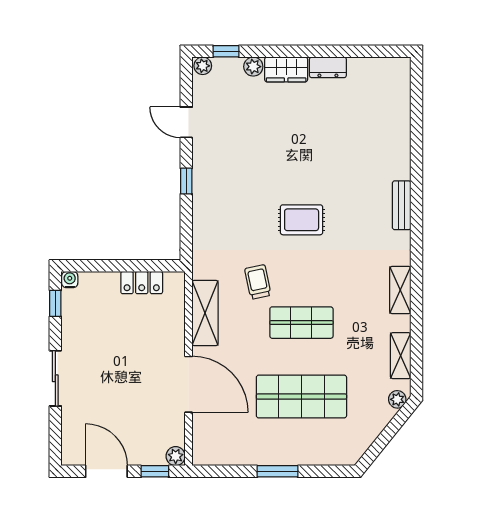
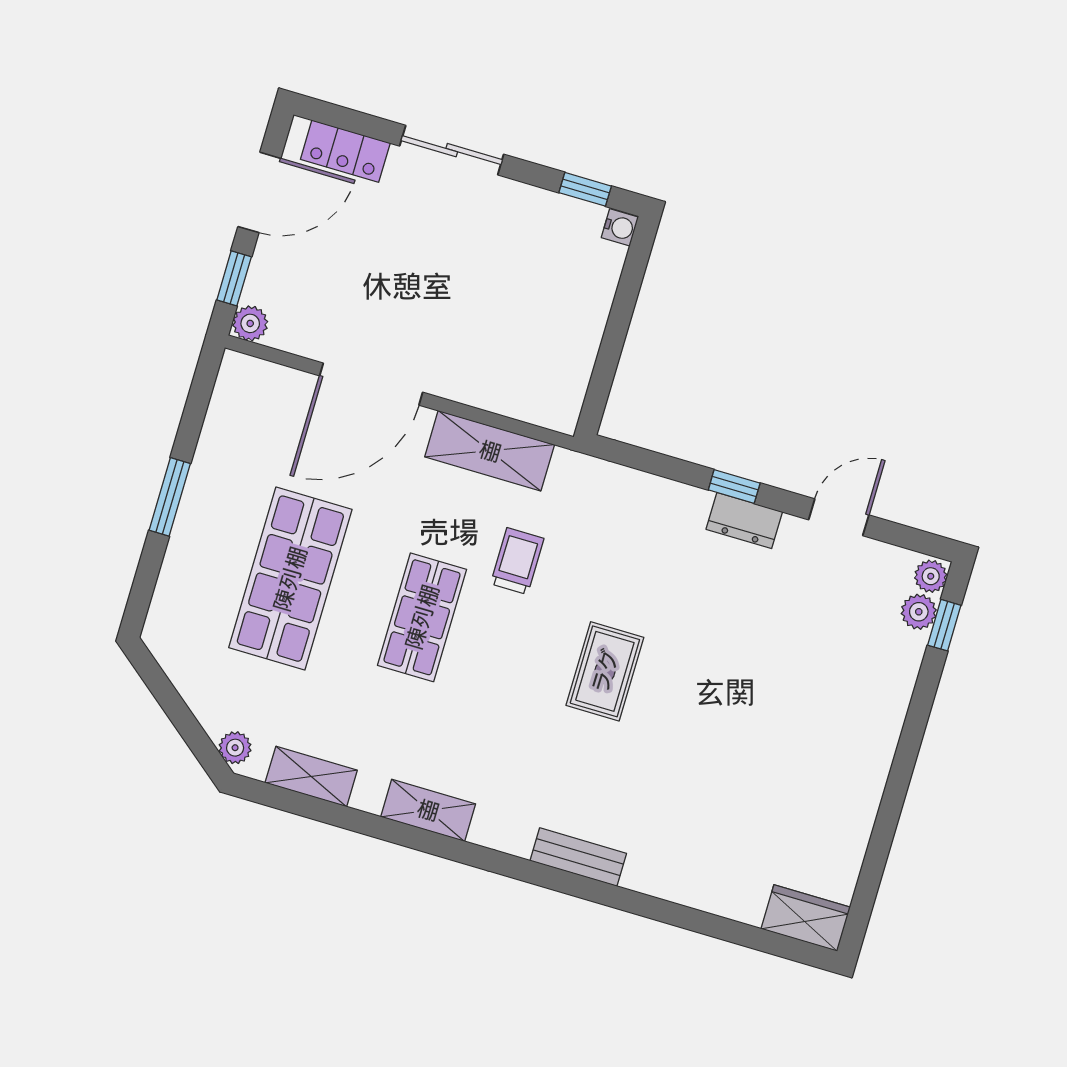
plant: (253, 67) -> (919, 612), moved
dresser: (328, 67) -> (744, 520), moved, turned -90
wardrobe: (286, 69) -> (806, 918), moved, turned 90
trolley: (258, 282) -> (517, 561), turned -78
locker: (142, 283) -> (345, 151), moved, turned -90

